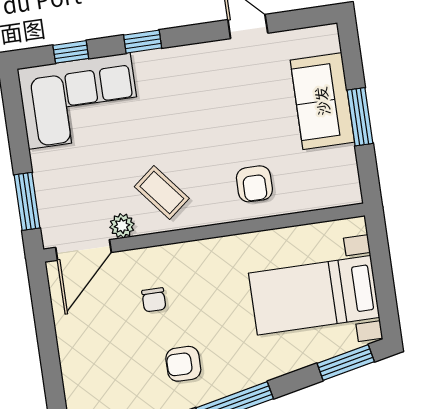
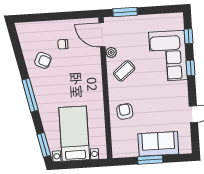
corner sofa: (79, 101) -> (168, 56), moved
armchair: (254, 184) -> (125, 111), turned 83
chair: (154, 300) -> (63, 44), moved
armchair: (183, 364) -> (43, 60), moved, turned 115

